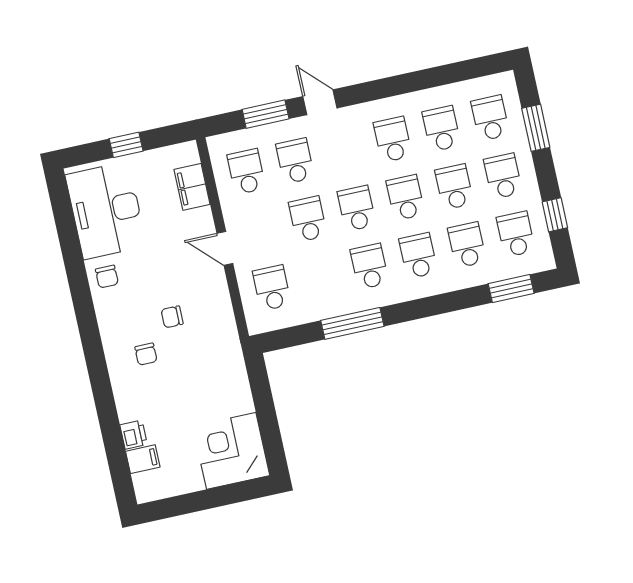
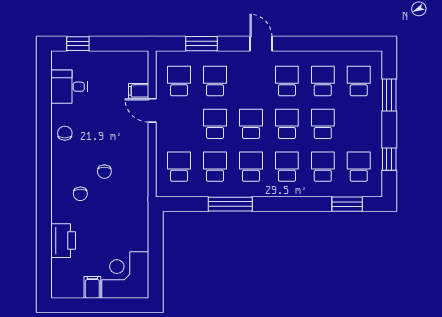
door: (320, 102) -> (261, 44), moved
window: (126, 145) -> (78, 44), moved
school desk: (503, 176) -> (215, 167), moved
filing cabinet: (192, 187) -> (139, 91), width x0.50
desk: (106, 210) -> (69, 87), width x0.53, depth x0.77
door: (225, 248) -> (152, 110), moved
chair: (107, 277) -> (65, 133), turned 180
chair: (172, 317) -> (104, 172), turned -90
printer: (134, 435) -> (63, 241), width x1.87, depth x1.48
filing cabinet: (143, 459) -> (92, 287), moved, turned -90

